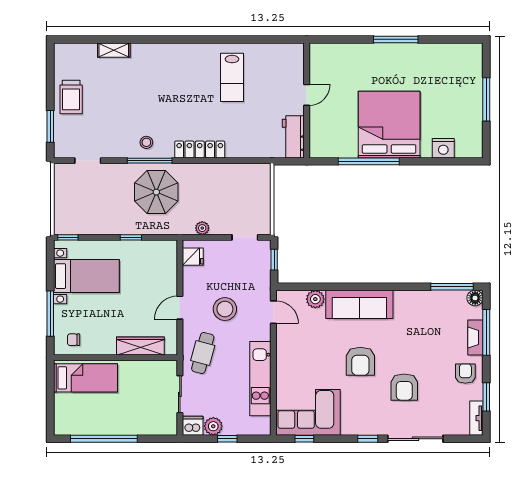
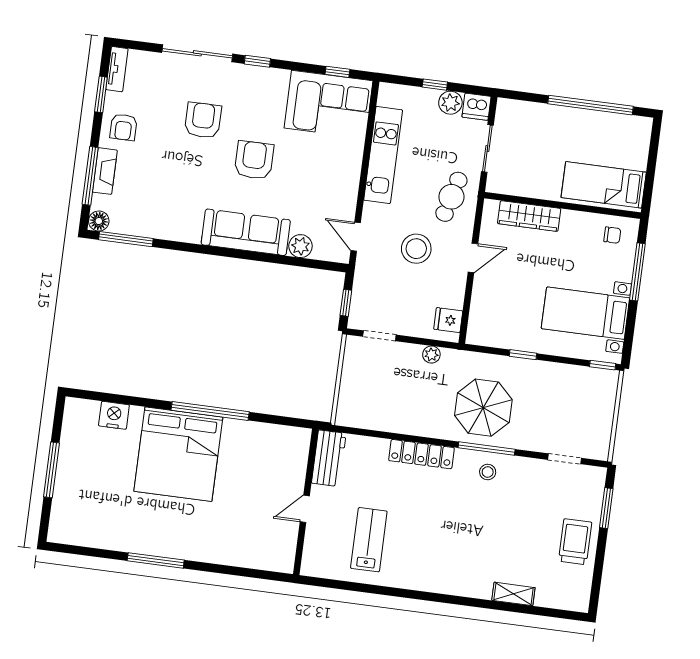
door: (307, 95) -> (305, 509), moved
wall: (307, 100) -> (306, 502), moved
workbench: (293, 137) -> (329, 458), moved

